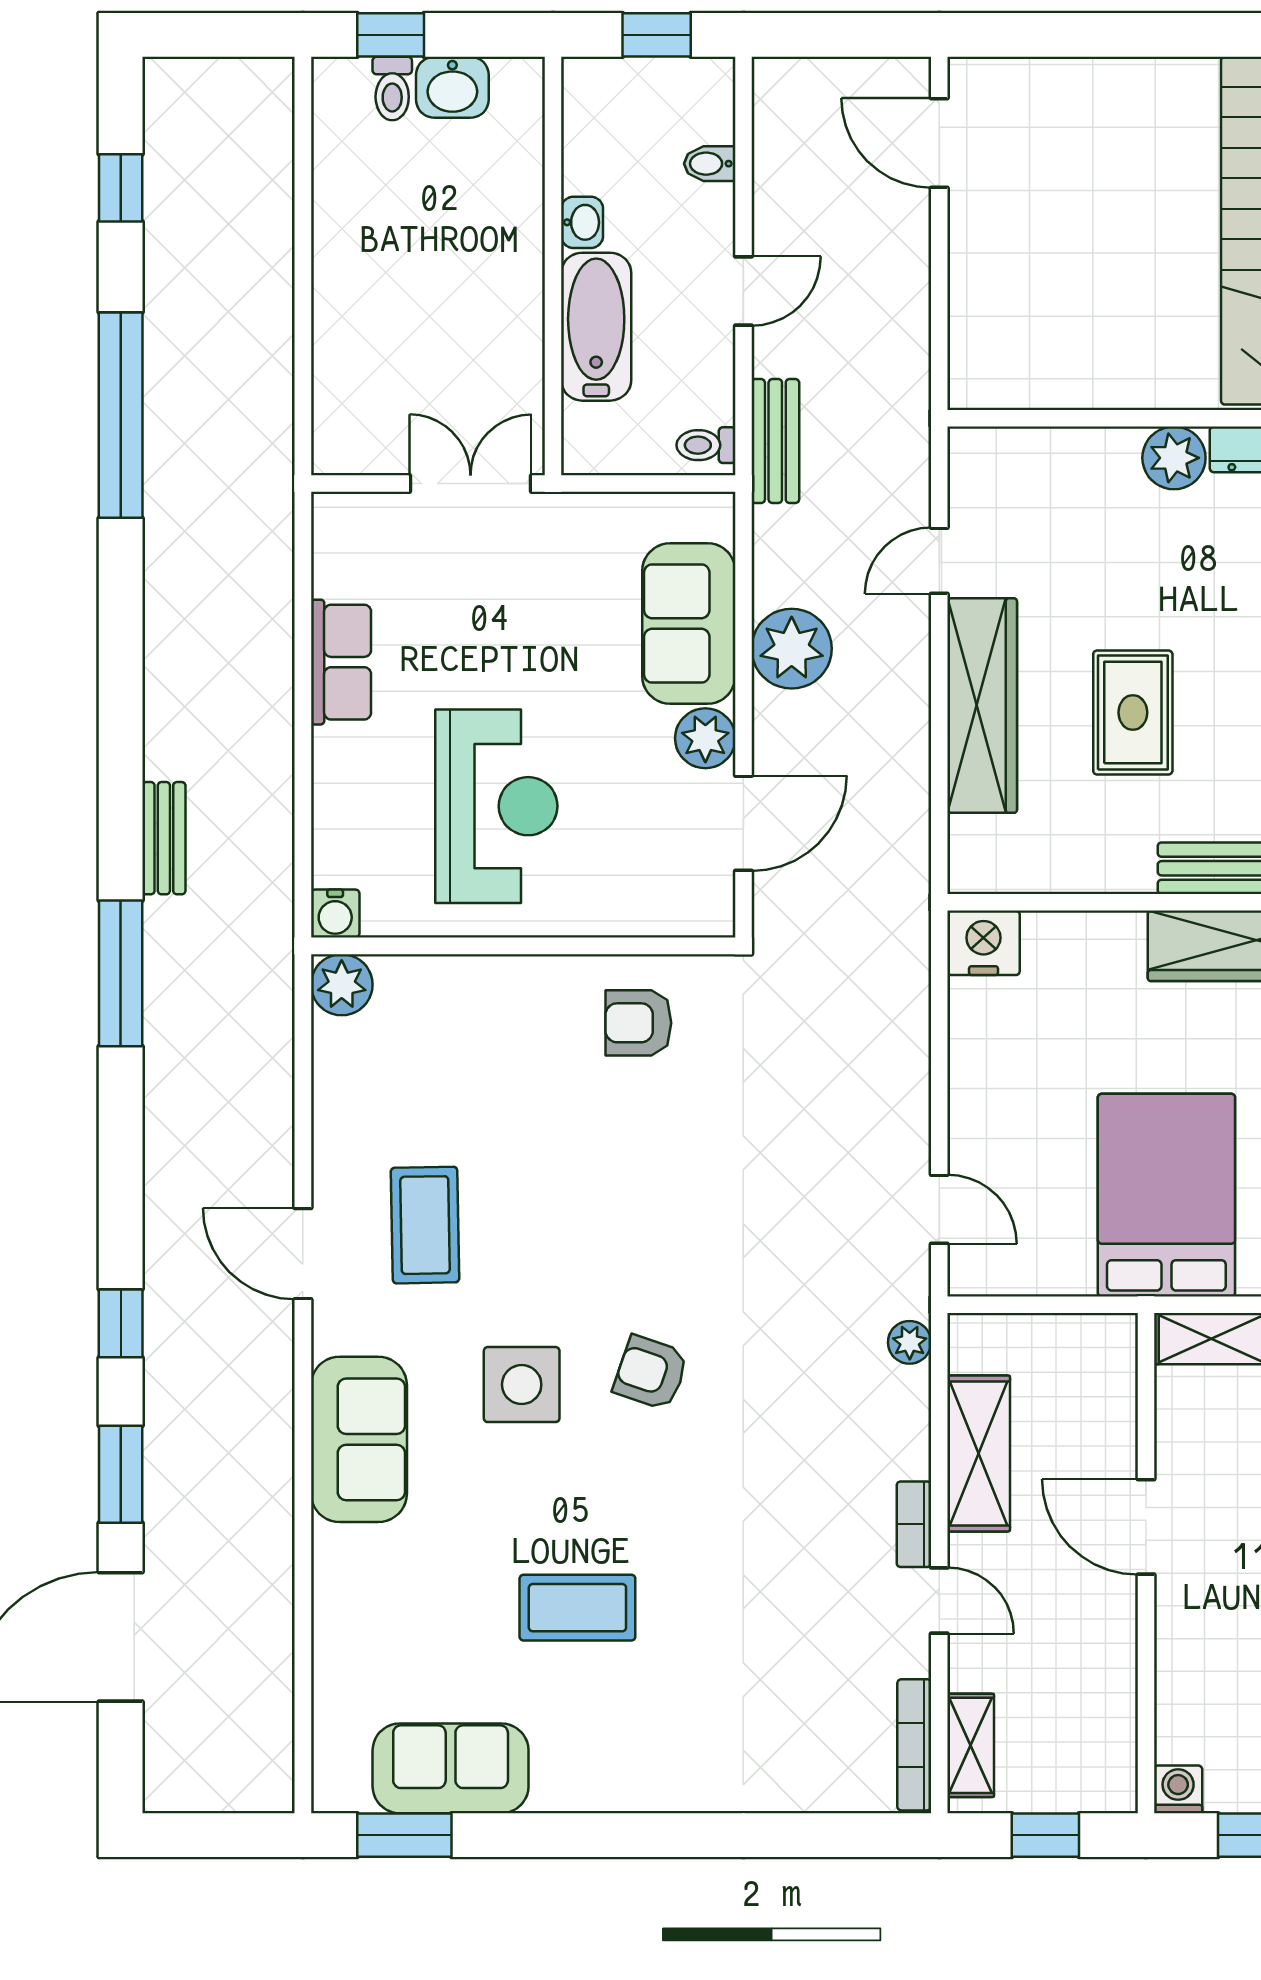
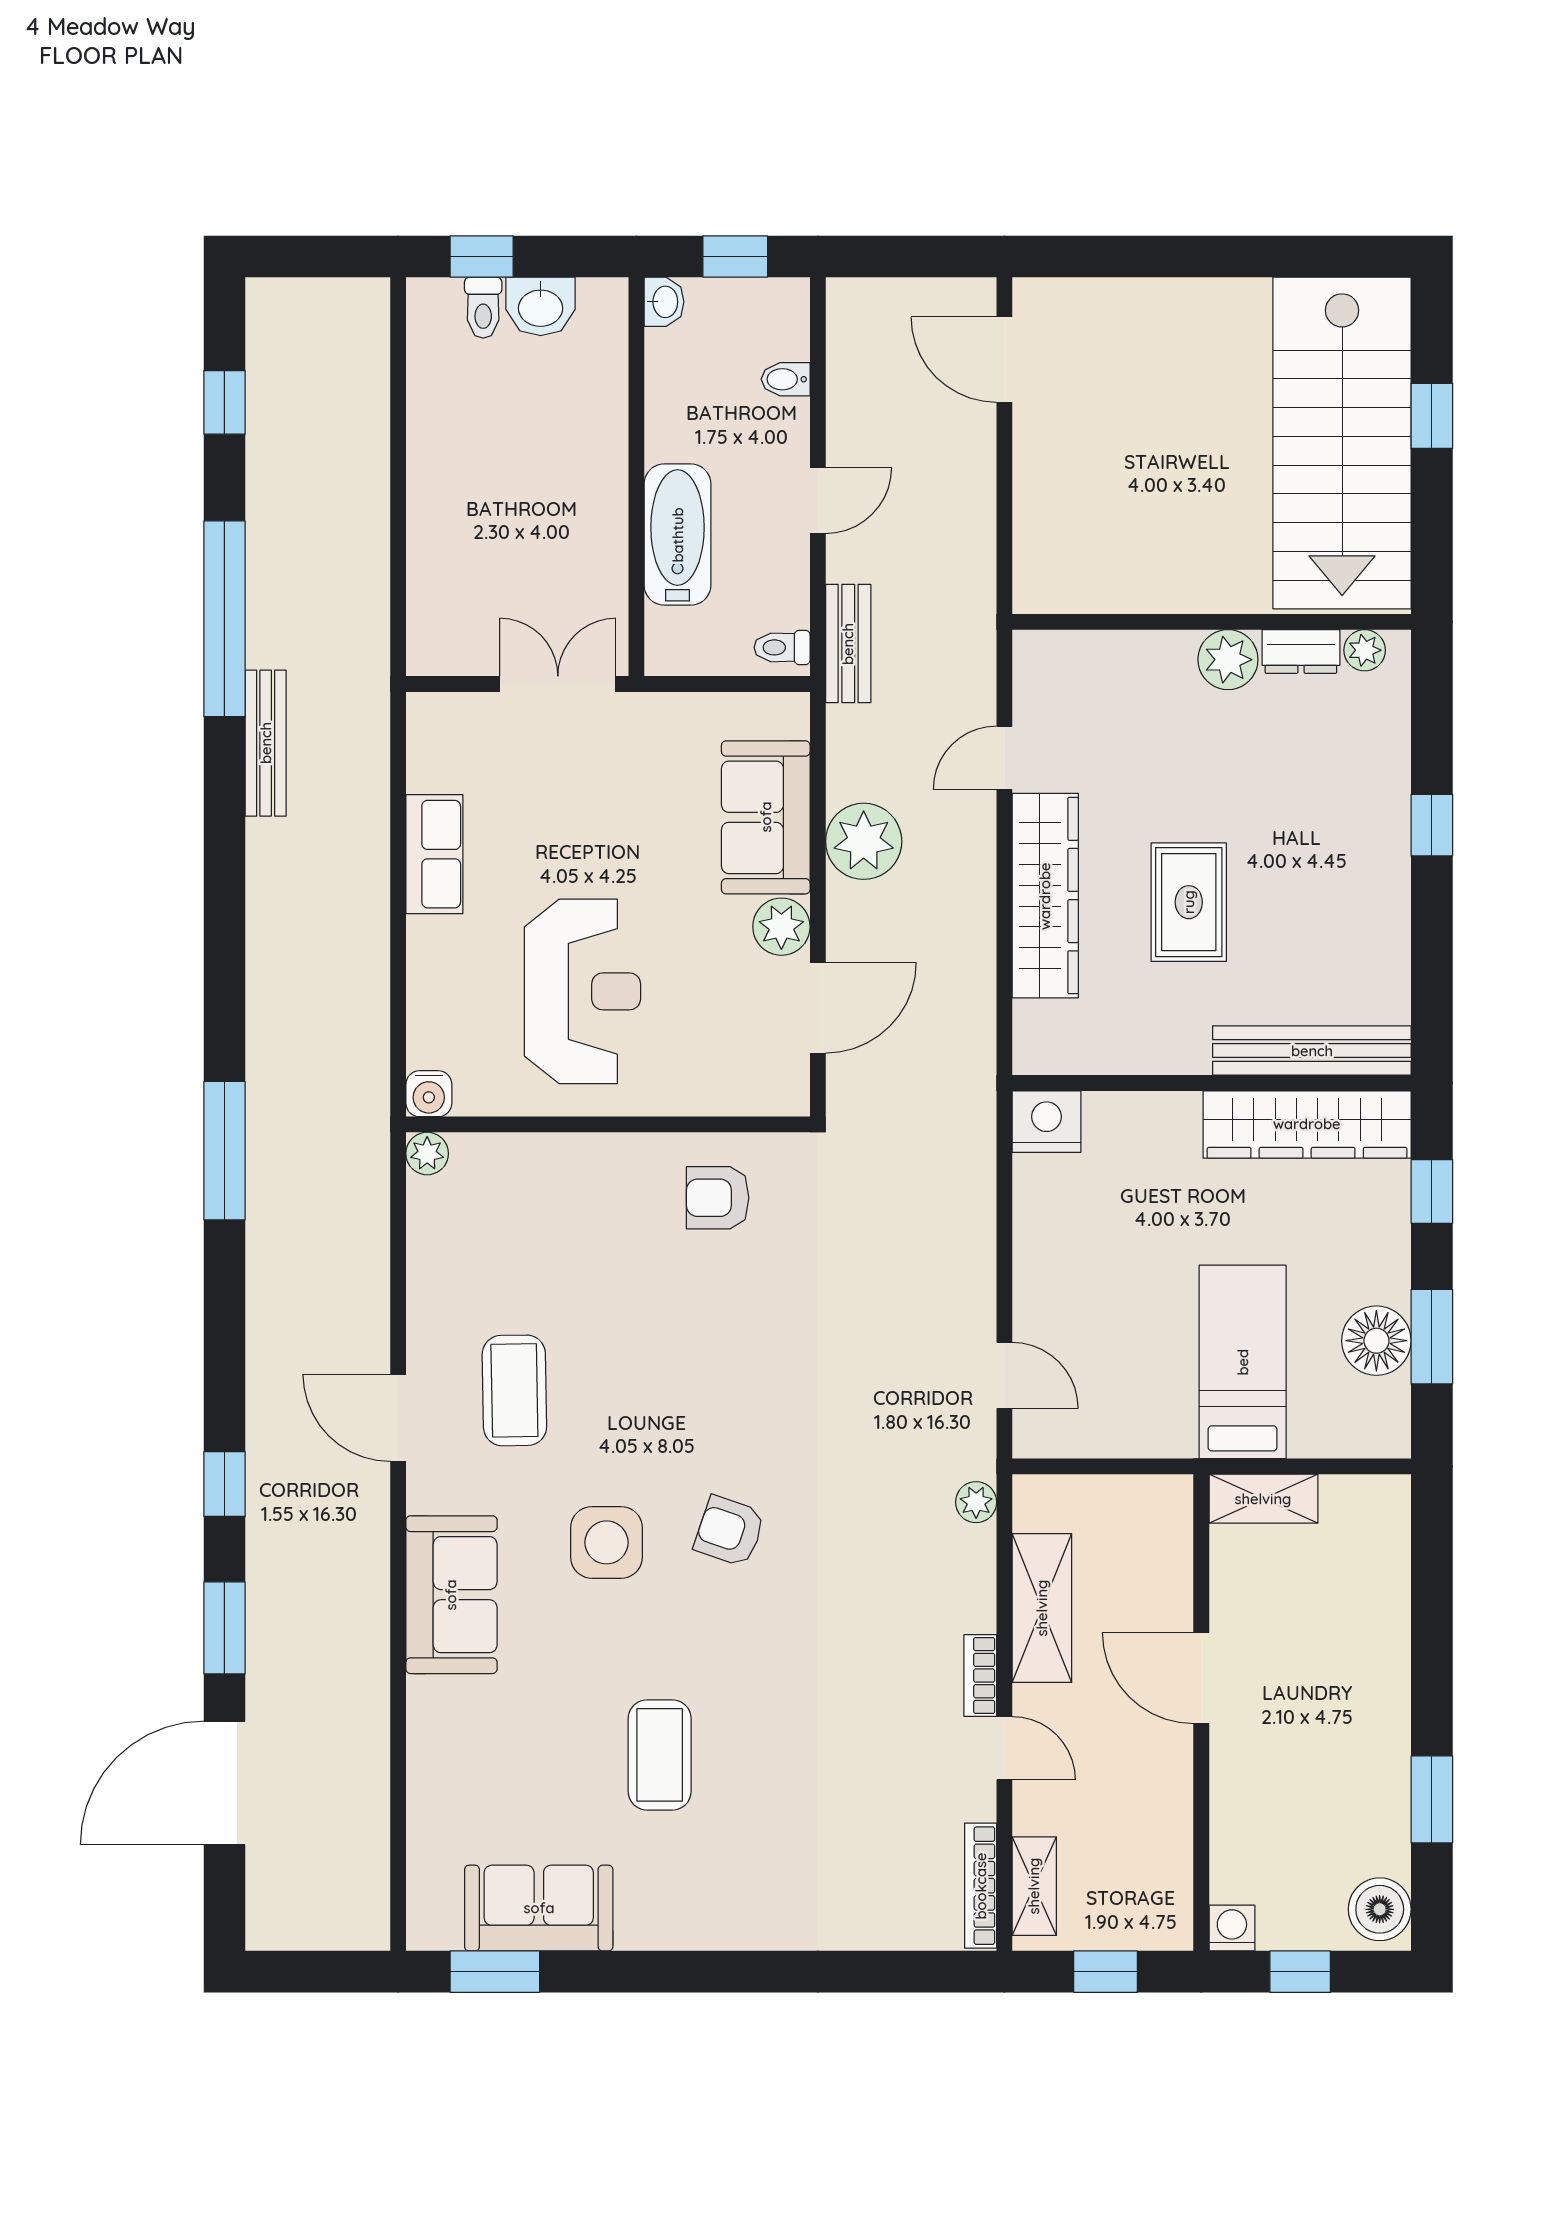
washbasin: (582, 222) -> (664, 302), moved
bench: (164, 838) -> (266, 743), moved, width x1.36
plant: (342, 985) -> (427, 1154), width x0.73, depth x0.73
bed: (1166, 1195) -> (1243, 1362), width x0.67
coffee table: (577, 1608) -> (660, 1755), turned 90

